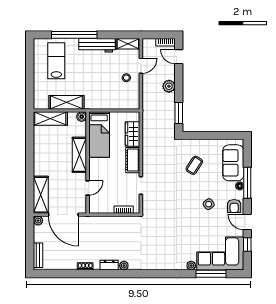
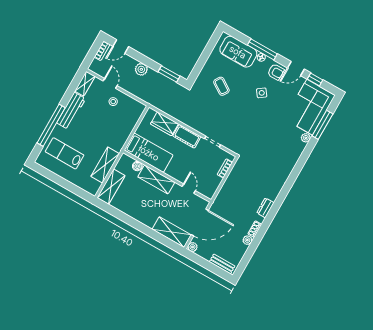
boiler: (82, 117) -> (137, 166), moved
plant: (124, 266) -> (247, 240), moved

